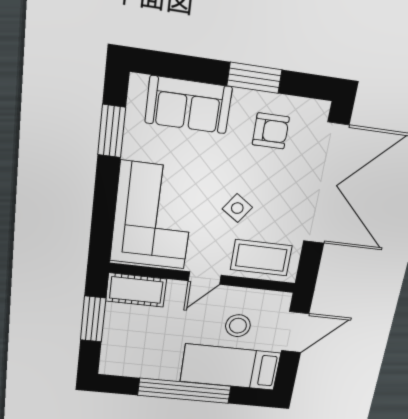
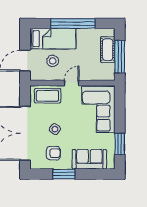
armchair: (271, 131) -> (53, 153), turned 180
side table: (237, 208) -> (55, 129), moved
cot: (136, 290) -> (108, 50), moved, turned 90
window: (93, 319) -> (120, 57), width x1.44

